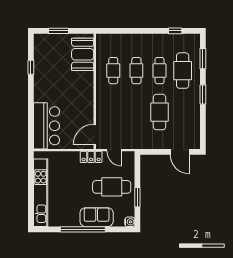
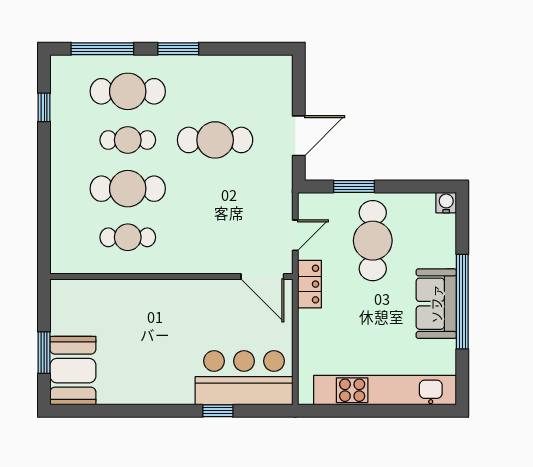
booth: (83, 54) -> (73, 371), moved, turned 90
window: (203, 59) -> (102, 49), width x1.44
window: (31, 67) -> (218, 411), moved
cafe table: (136, 71) -> (128, 189), width x1.37, depth x1.35
door: (180, 152) -> (299, 136), moved
window: (137, 197) -> (354, 187), moved
sofa: (97, 217) -> (436, 304), moved

